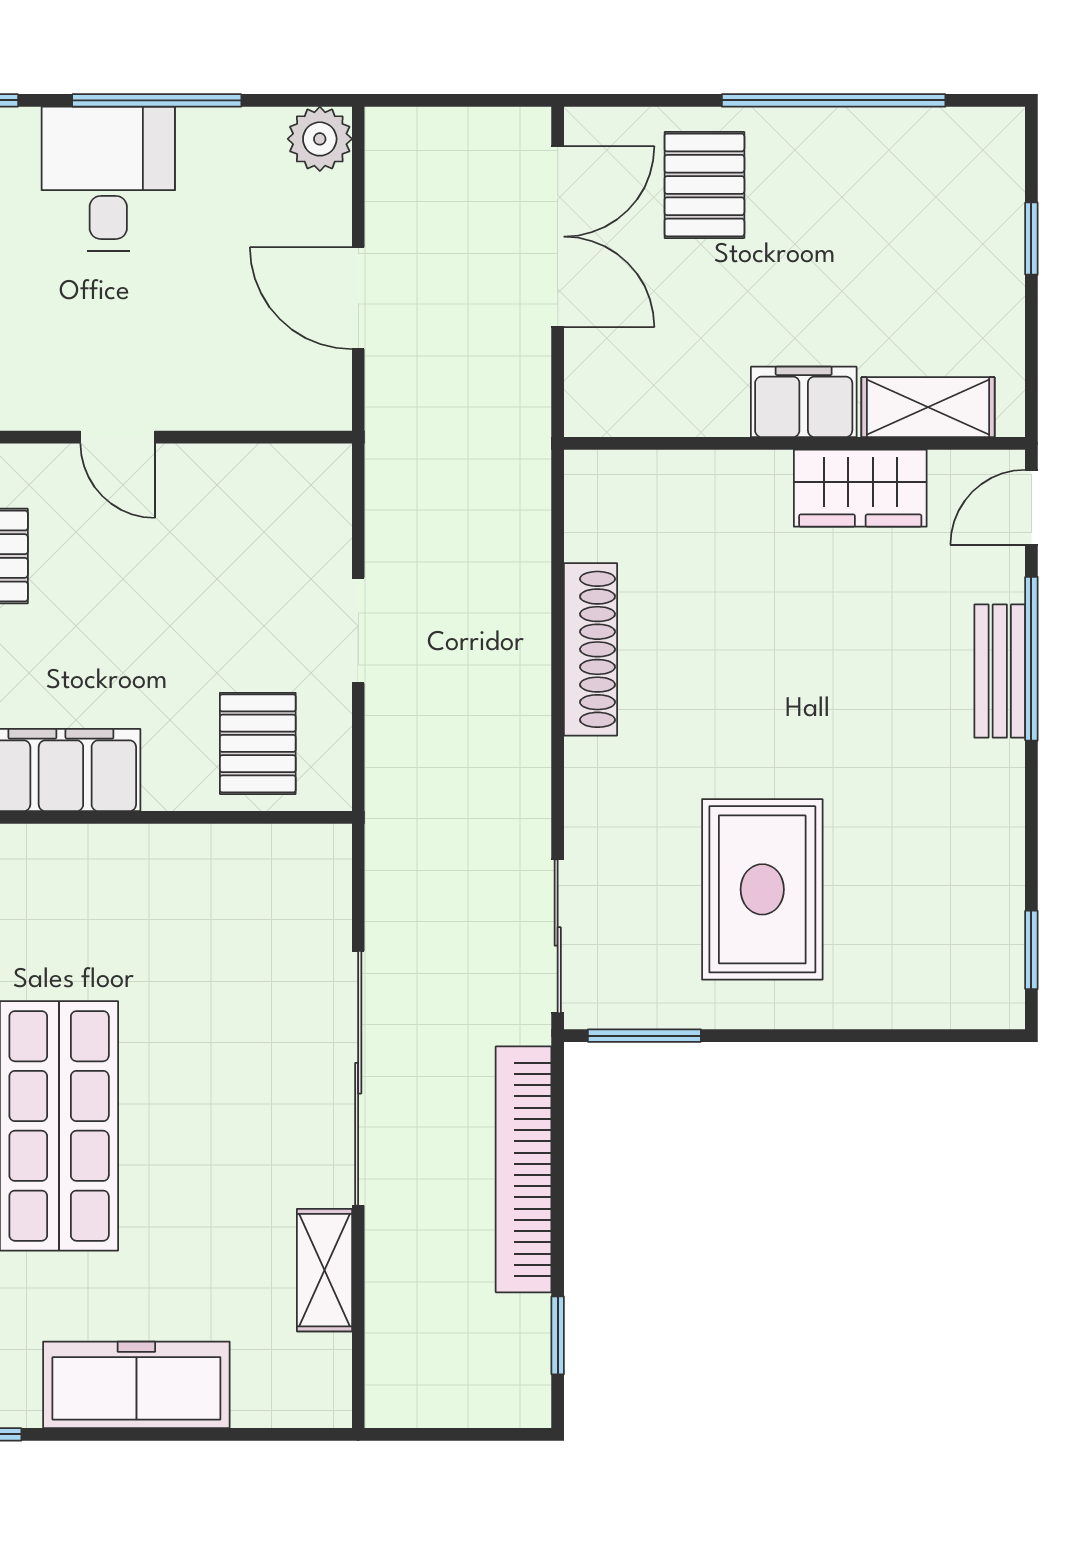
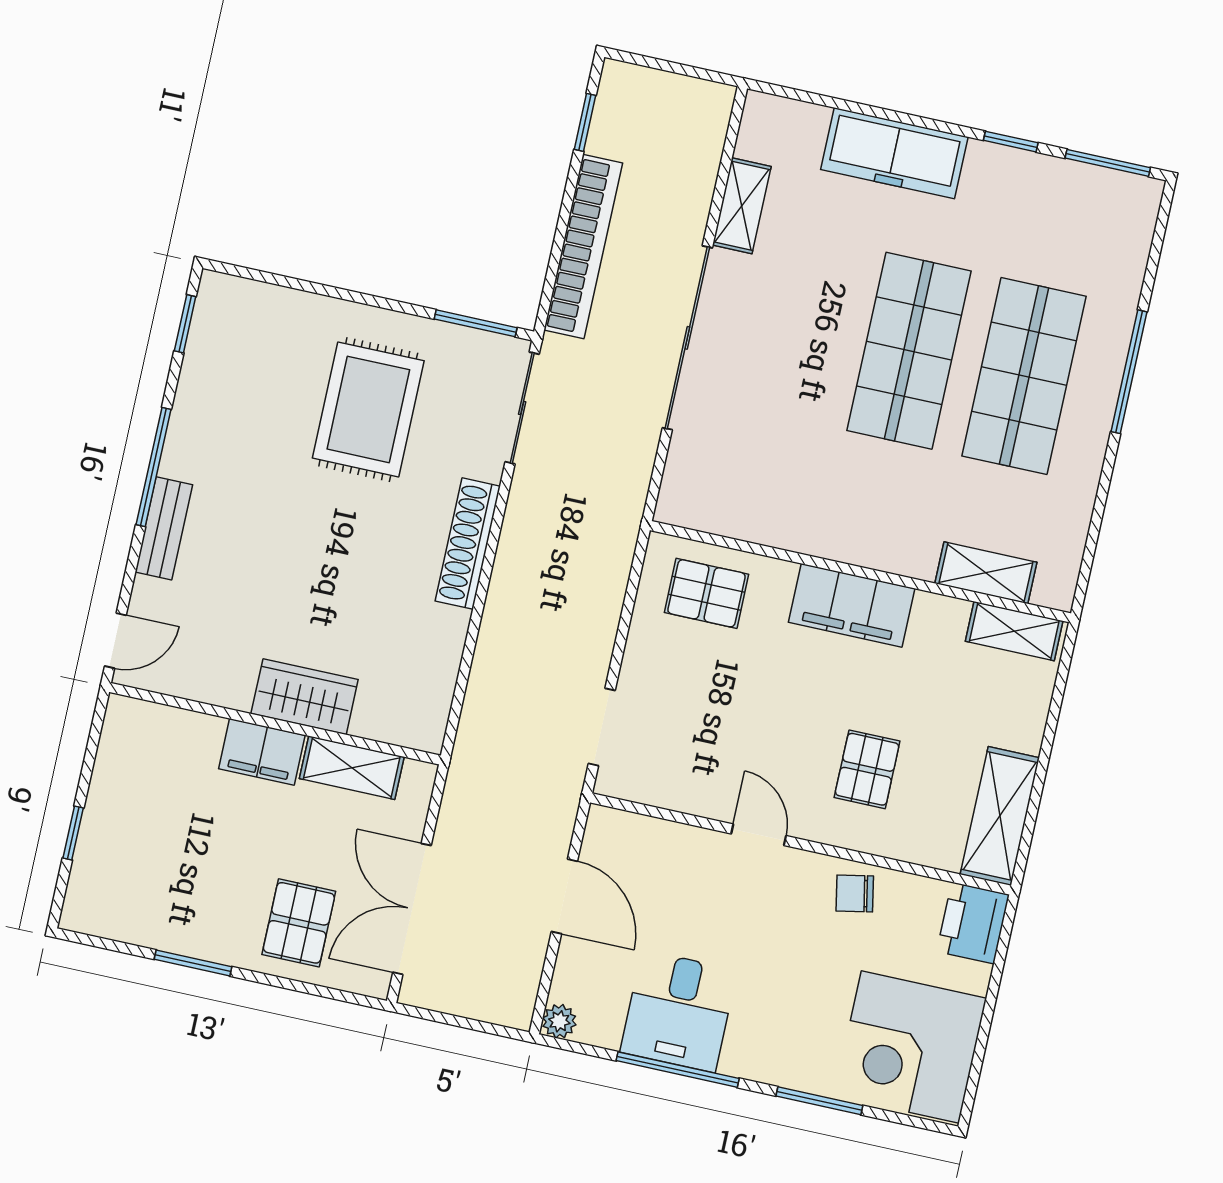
window: (834, 100) -> (193, 963), width x0.47
plant: (320, 139) -> (559, 1021), width x0.73, depth x0.73
desk: (108, 179) -> (679, 1011), moved
shelving: (928, 407) -> (352, 768), moved
wardrobe: (860, 488) -> (305, 697), moved
doorway: (358, 631) -> (602, 727), moved
shoe rack: (591, 649) -> (468, 544), moved
window: (1031, 659) -> (154, 467), moved
pallet: (258, 743) -> (707, 593), turned 90

